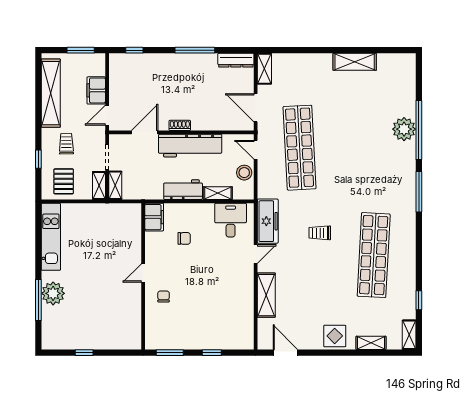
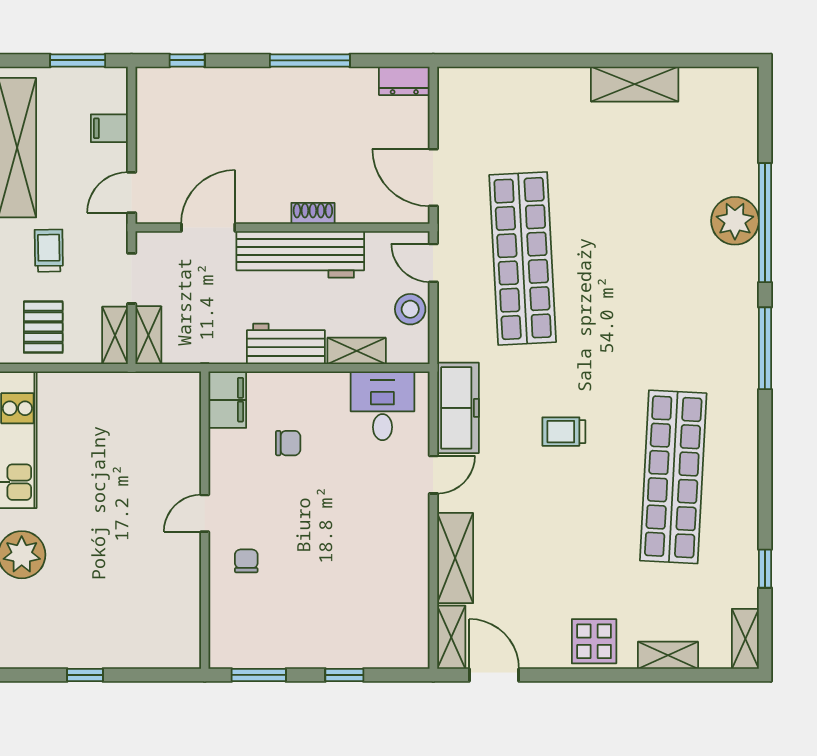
dresser: (236, 60) -> (404, 81), width x0.70
shelving: (264, 69) -> (451, 637), moved
filing cabinet: (96, 90) -> (109, 128), width x0.50
shoe rack: (180, 125) -> (313, 213), moved

